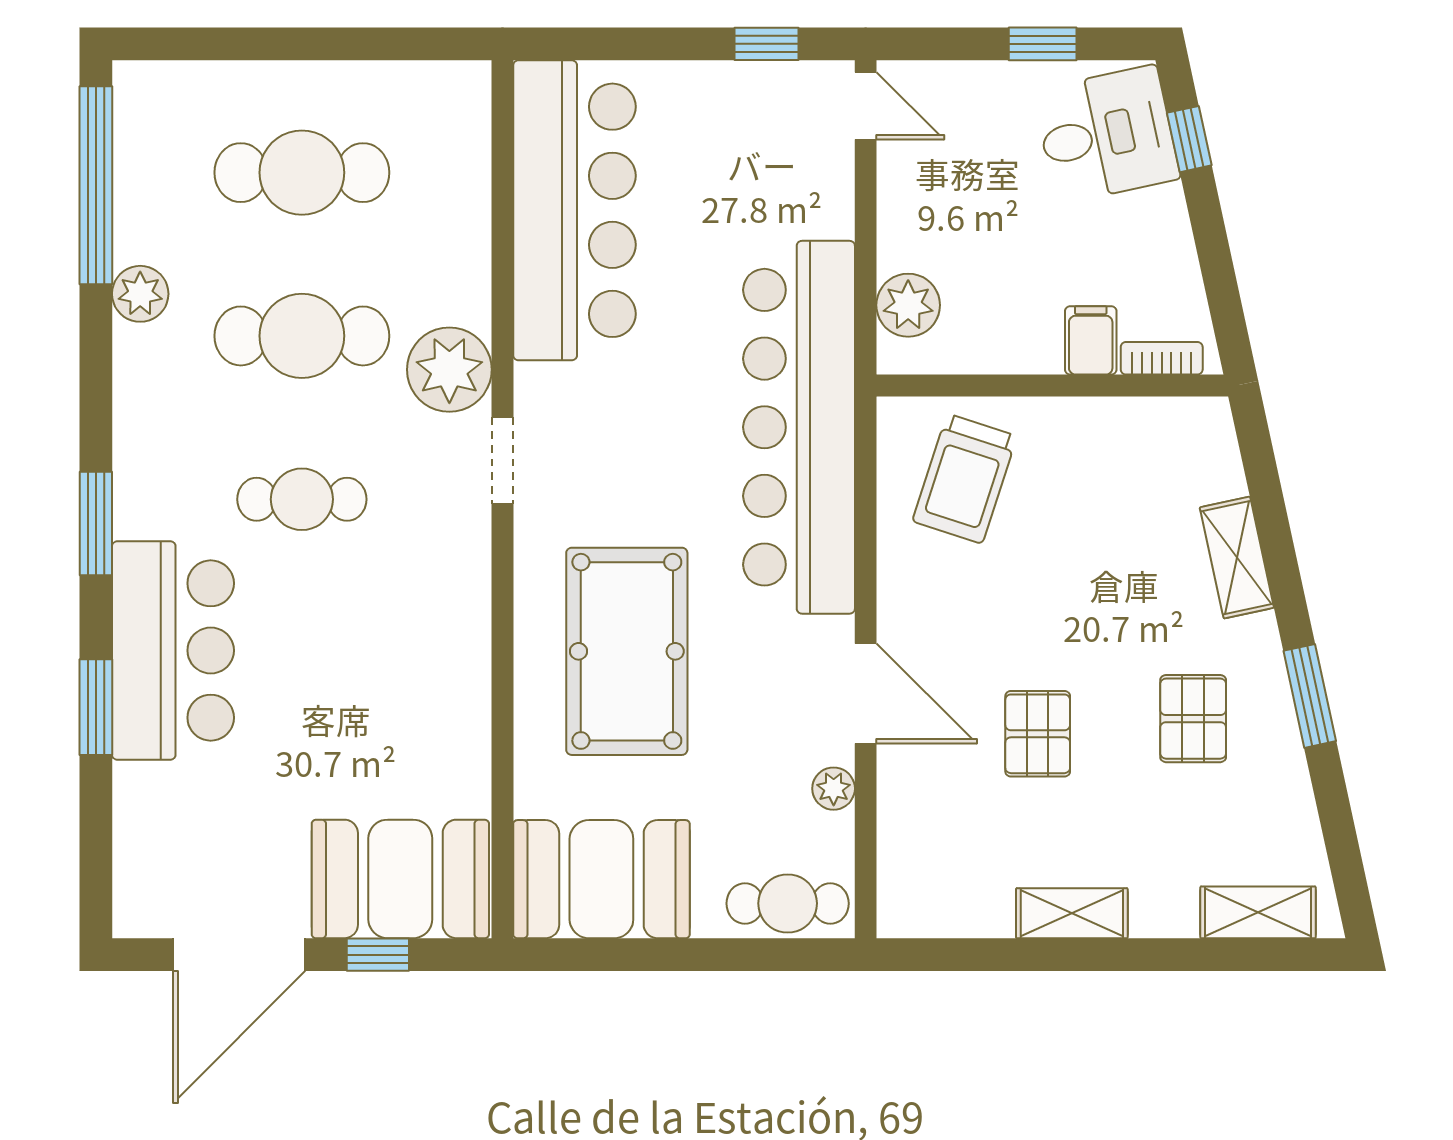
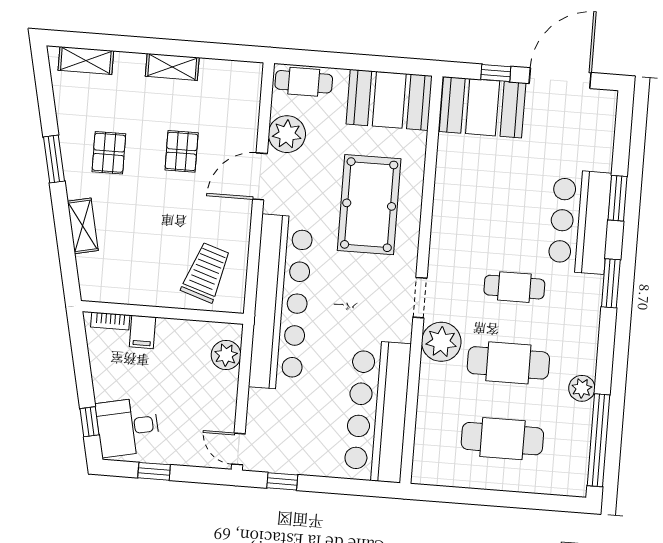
door: (866, 694) -> (260, 176), hinge flipped
plant: (834, 789) -> (287, 134), width x1.88, depth x1.88

